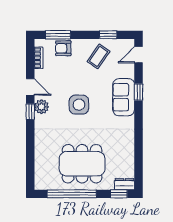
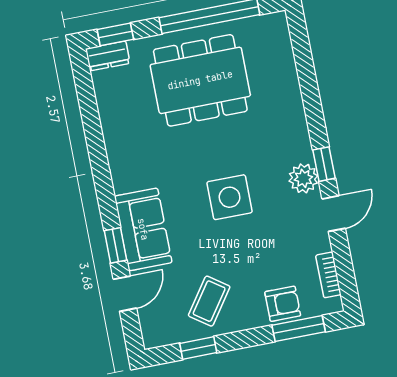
door: (138, 55) -> (125, 294), moved
door: (30, 87) -> (334, 214), swing flipped

